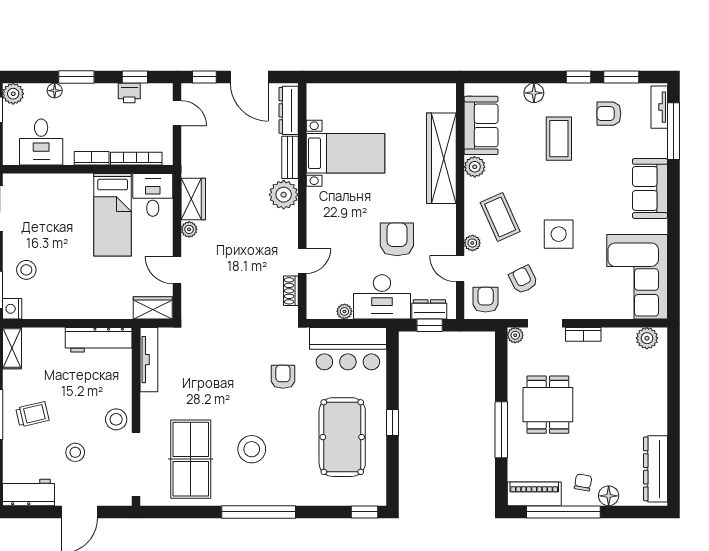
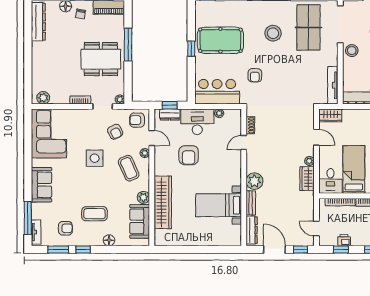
coffee table: (559, 139) -> (94, 214), turned 90
armchair: (486, 300) -> (137, 120), turned 90
dining table: (548, 405) -> (101, 59), width x1.38
pool table: (342, 437) -> (220, 40), turned 90

